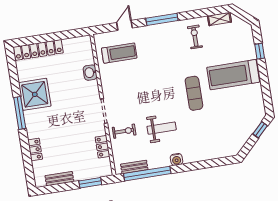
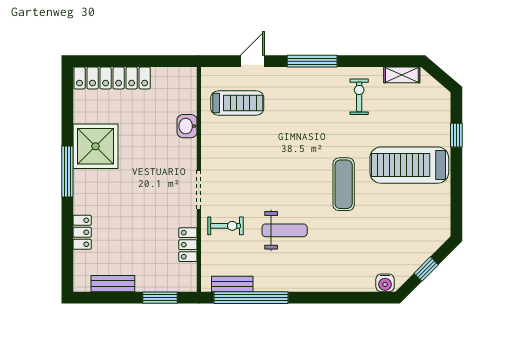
window: (260, 130) -> (426, 269), moved
water cooler: (176, 159) -> (385, 283), moved

